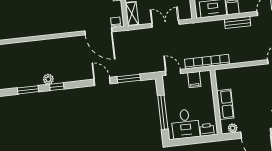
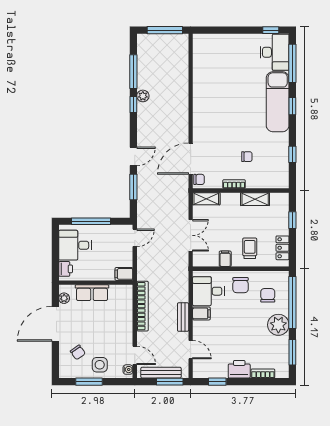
bookcase: (207, 62) -> (143, 306), moved
filing cabinet: (194, 80) -> (124, 274), moved
window: (28, 90) -> (133, 72), width x1.44

